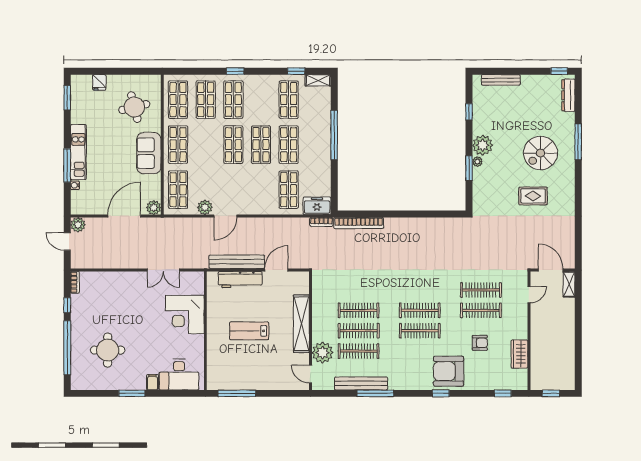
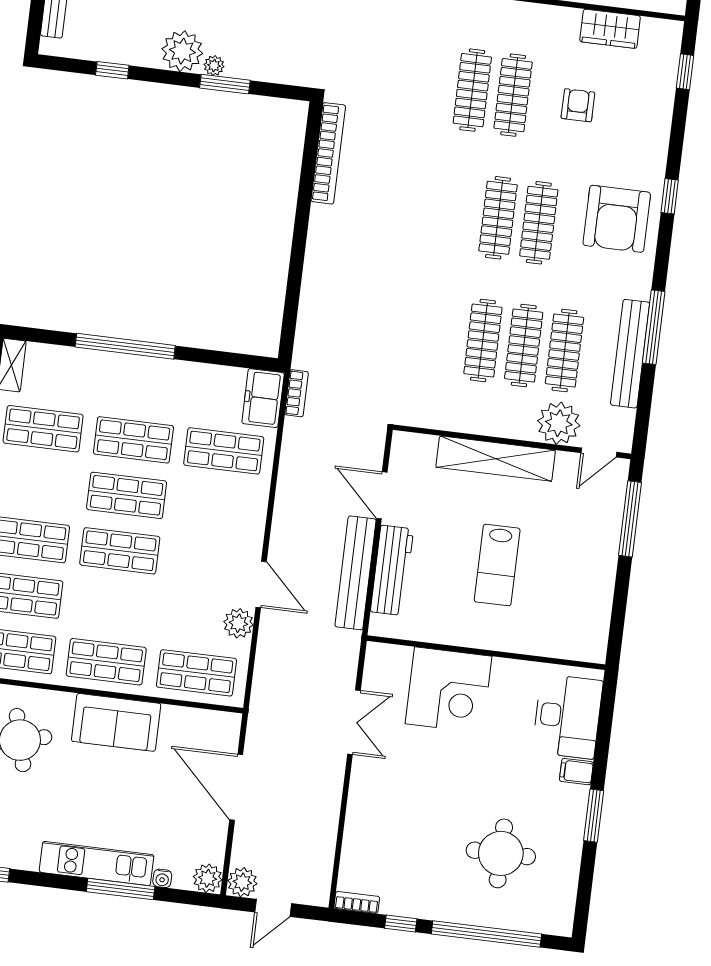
plant: (154, 208) -> (208, 878), moved
bookcase: (359, 223) -> (328, 153), moved
armchair: (449, 371) -> (617, 219), moved
window: (237, 393) -> (630, 519), moved

